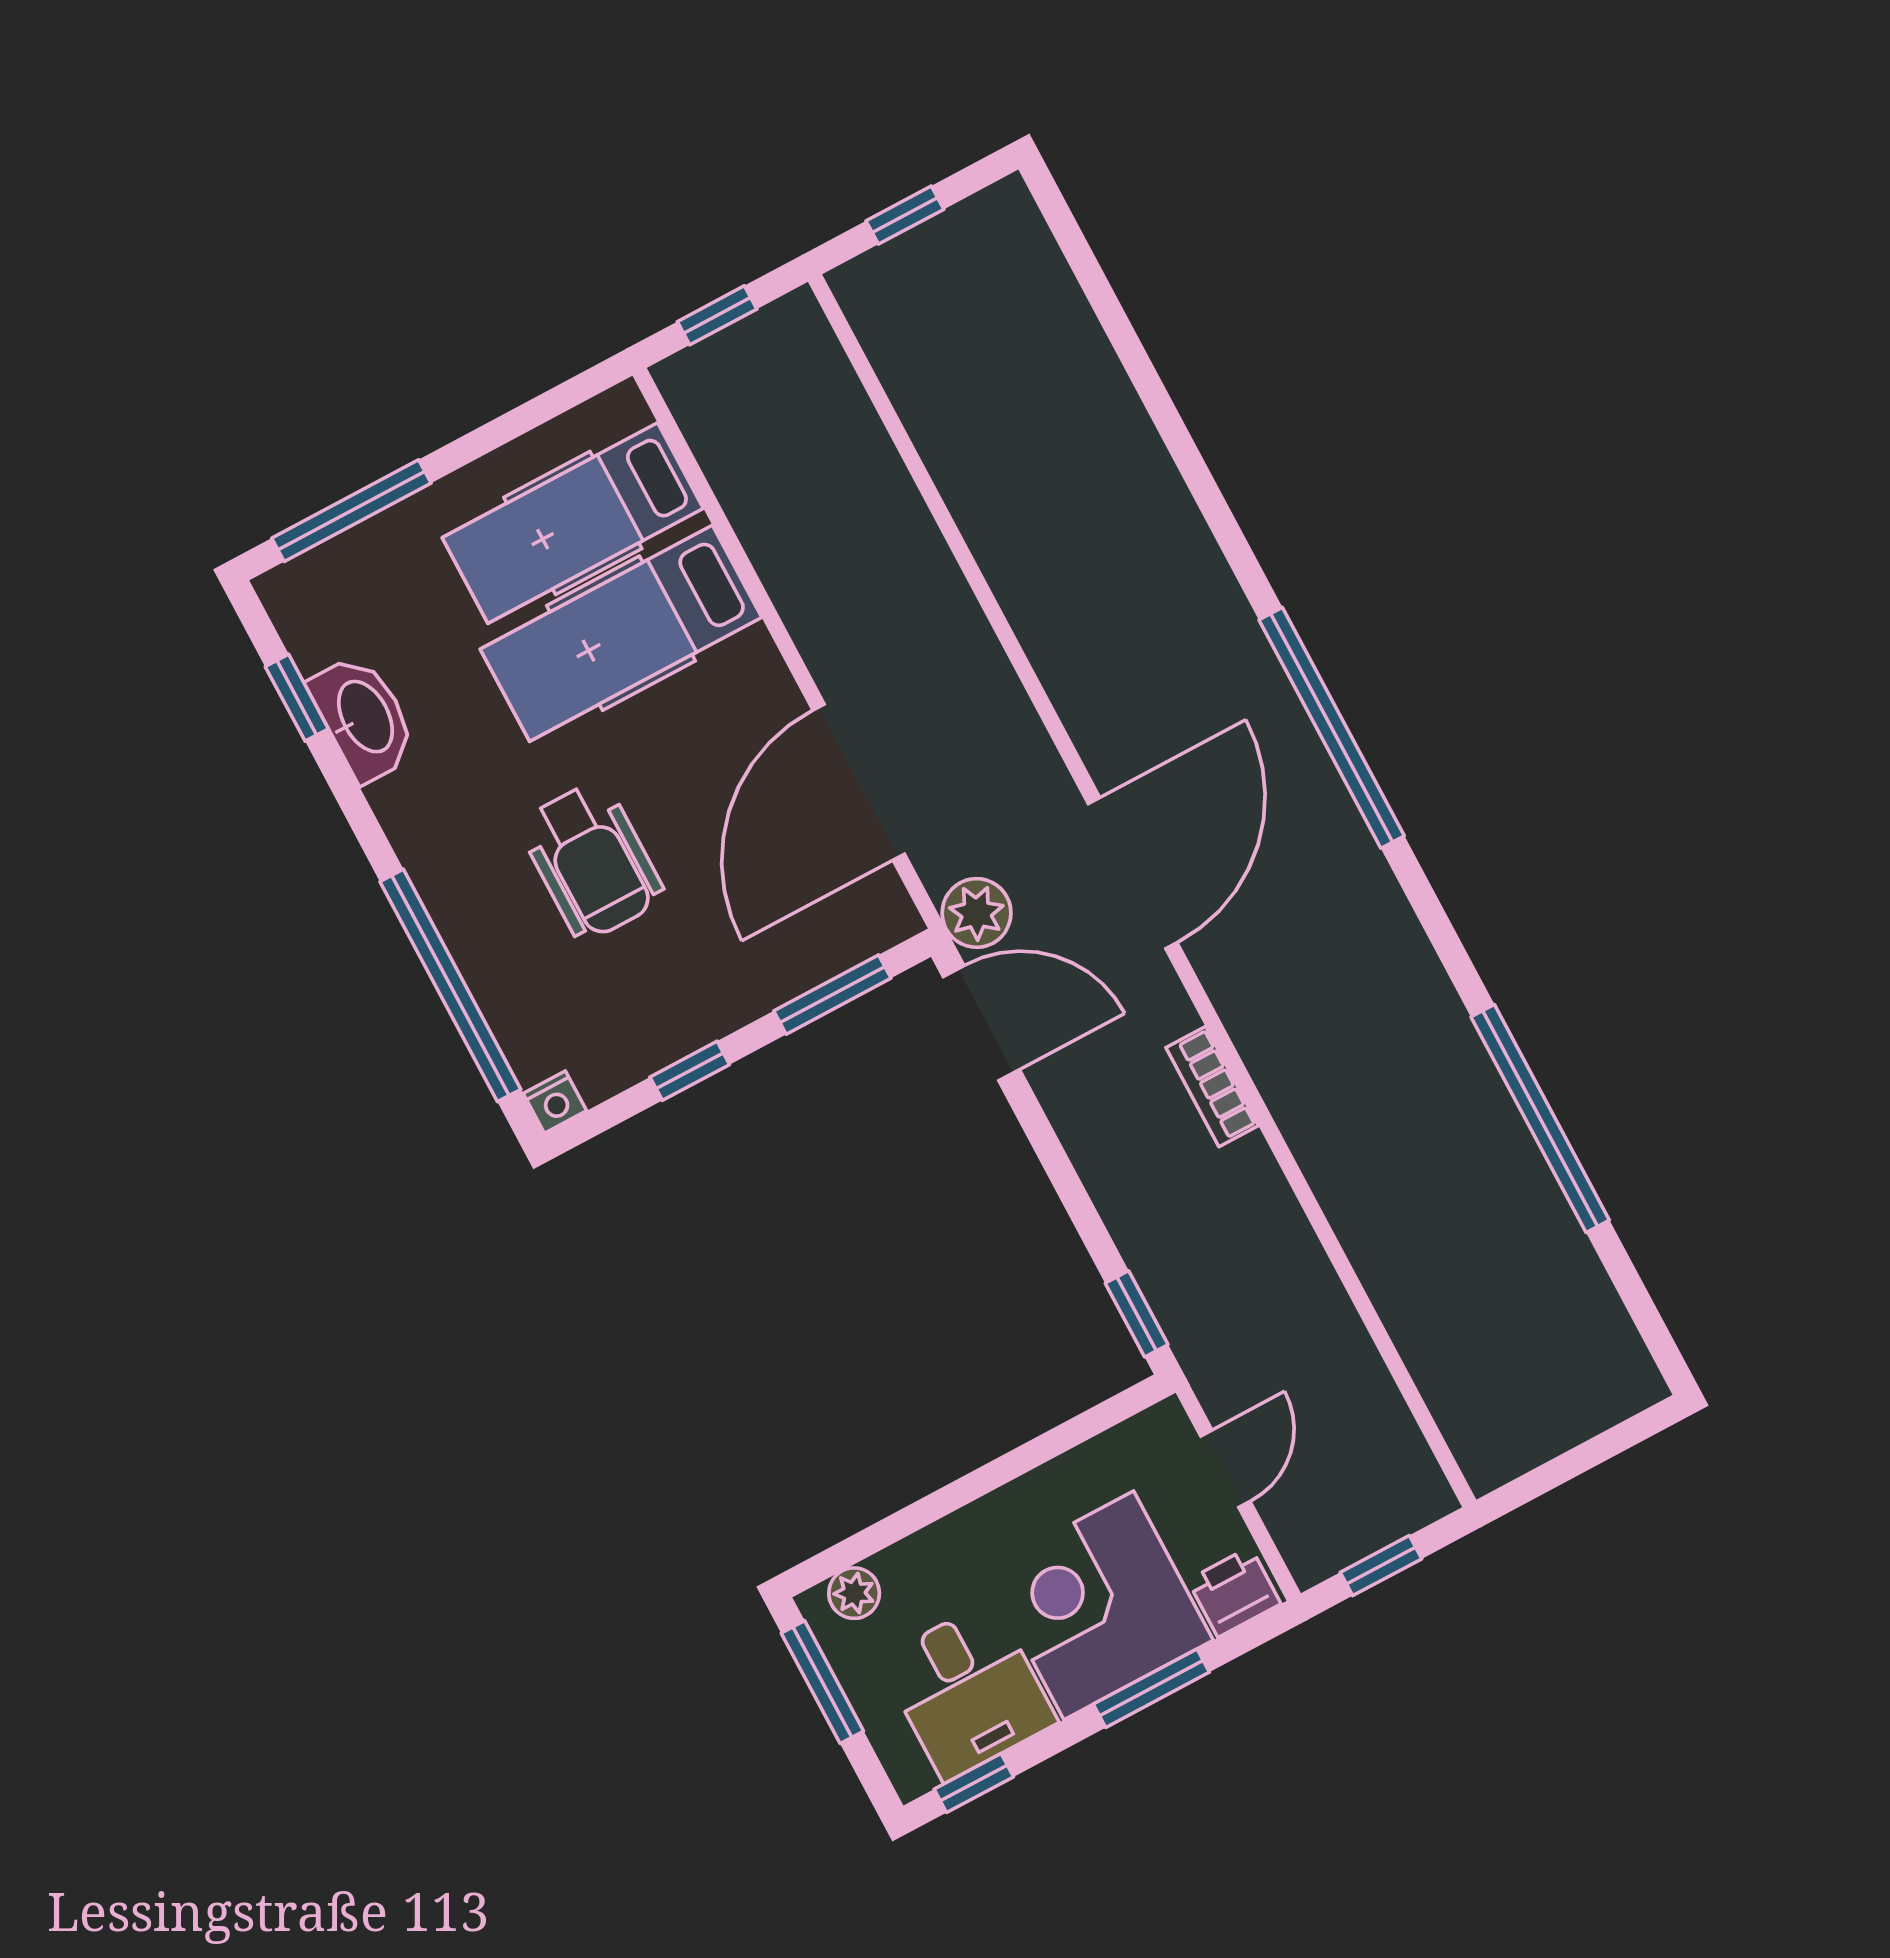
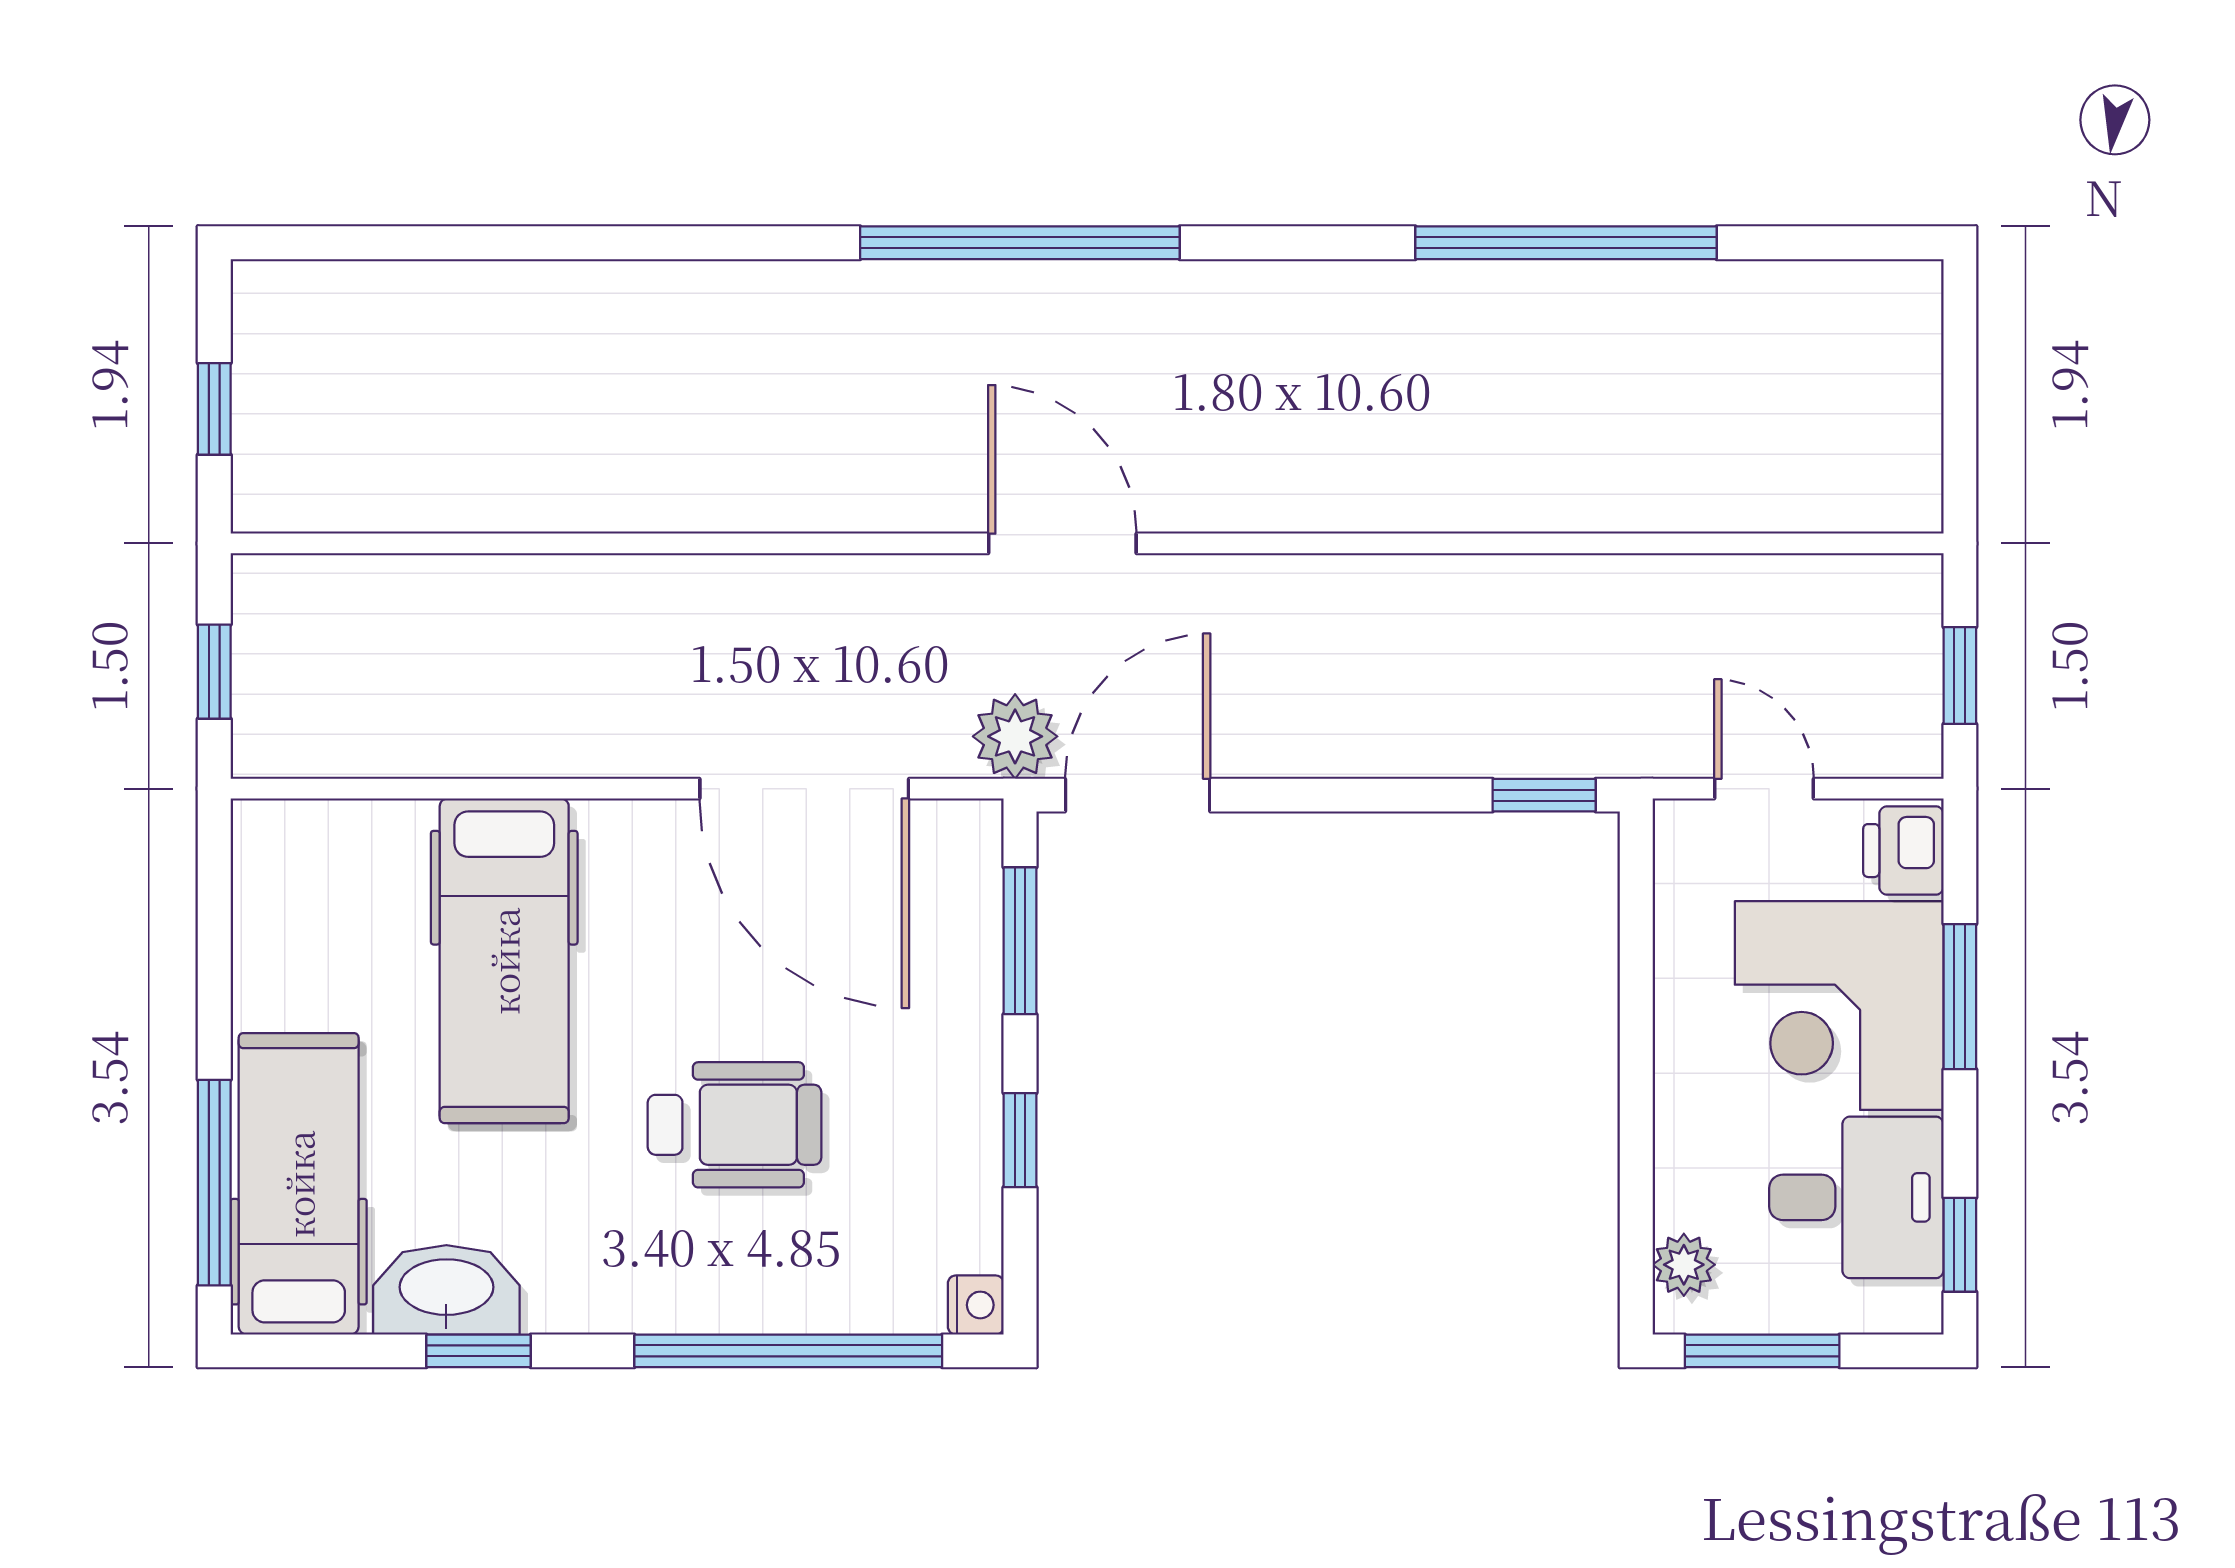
hospital bed: (573, 523) -> (299, 1184), moved, turned 180
window: (297, 698) -> (479, 1351), moved
door: (1133, 873) -> (1062, 543), width x0.73
bookcase: (1212, 1087) -> (1341, 581), removed

